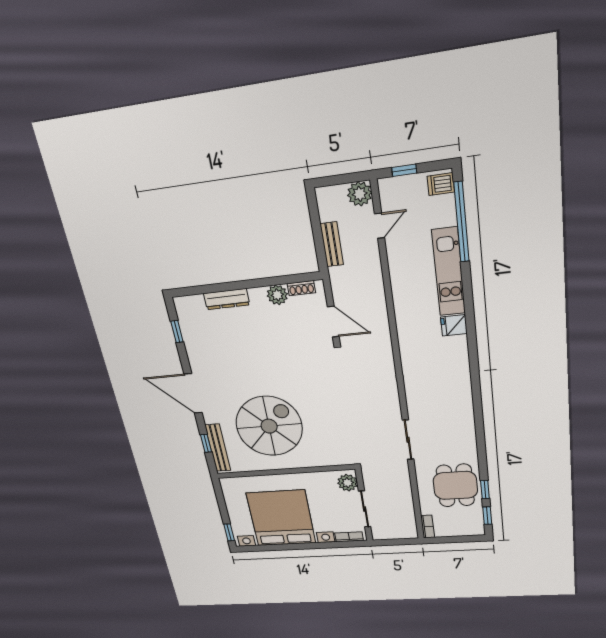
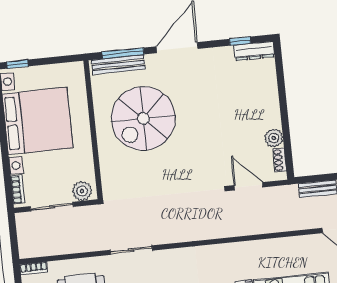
dresser: (227, 299) -> (254, 51), moved, turned -90
door: (333, 322) -> (249, 186), swing flipped
spiral stairs: (269, 426) -> (143, 118), turned 90
window: (206, 443) -> (123, 53), width x2.17

